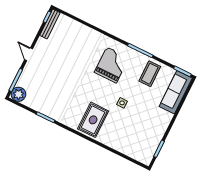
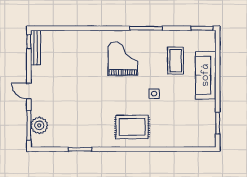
coffee table: (150, 74) -> (175, 61), moved
sofa: (176, 92) -> (206, 75), moved
plant: (19, 94) -> (39, 125), moved
rug: (93, 120) -> (132, 127), turned 90

